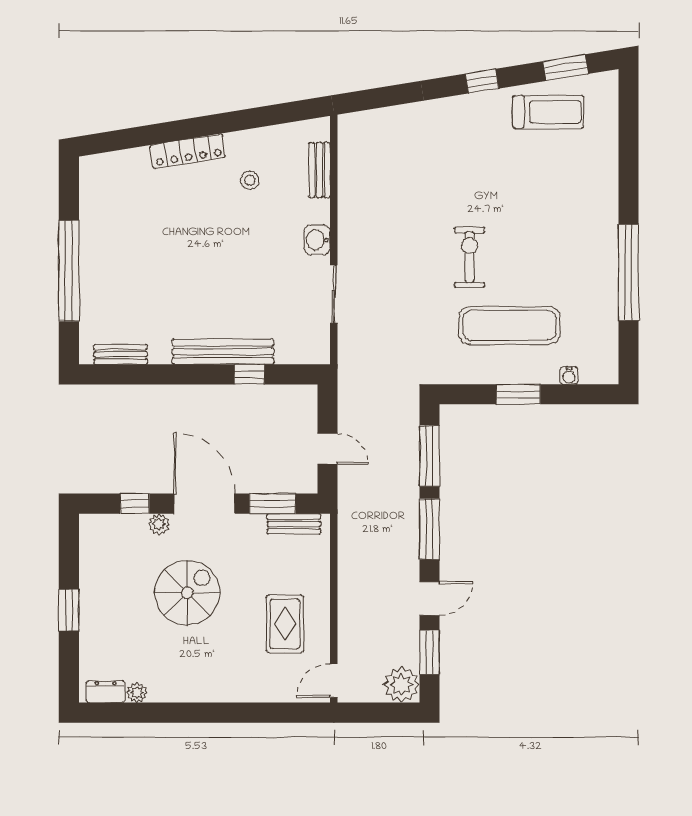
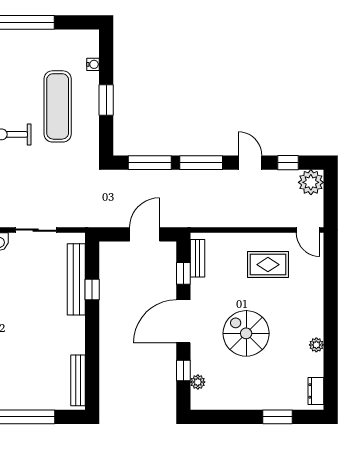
bench: (223, 352) -> (76, 279), moved
bench: (121, 354) -> (78, 380), width x1.36
door: (328, 449) -> (145, 234), width x1.38
window: (272, 504) -> (183, 273), width x0.67
plant: (159, 524) -> (198, 382), moved
window: (69, 610) -> (277, 417), moved
window: (430, 652) -> (288, 163), width x0.67
plant: (137, 692) -> (316, 345), moved

